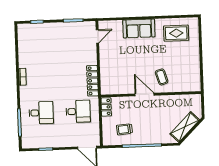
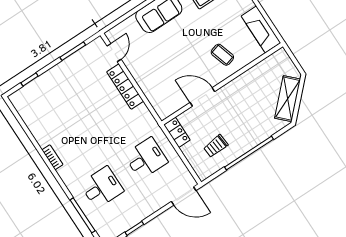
fireplace: (194, 76) -> (261, 30), added
locker: (93, 81) -> (125, 87), moved
door: (145, 95) -> (202, 97), moved

